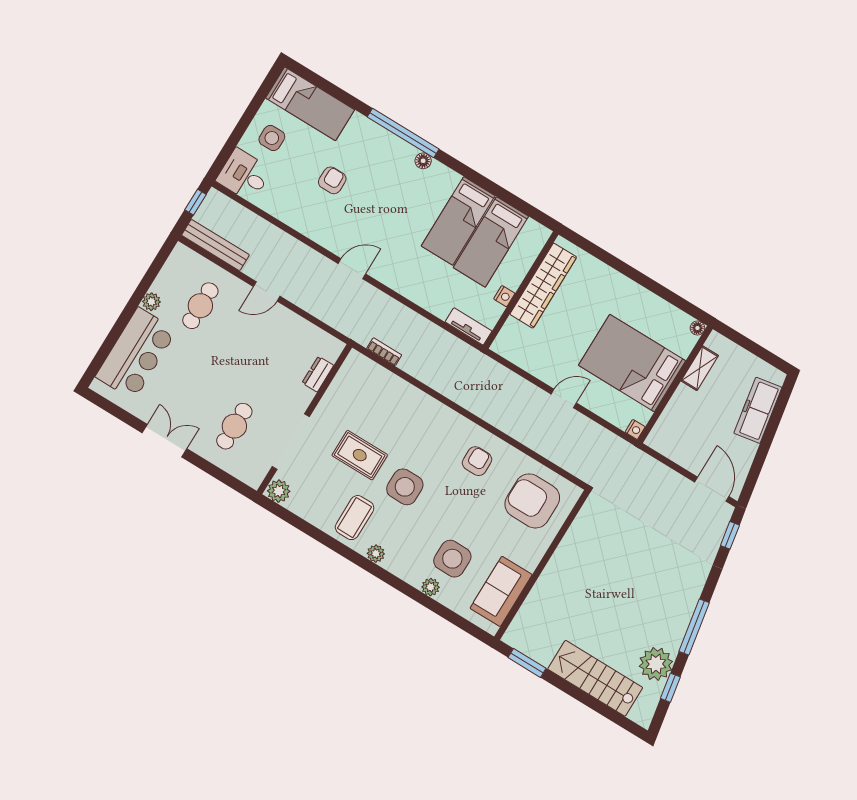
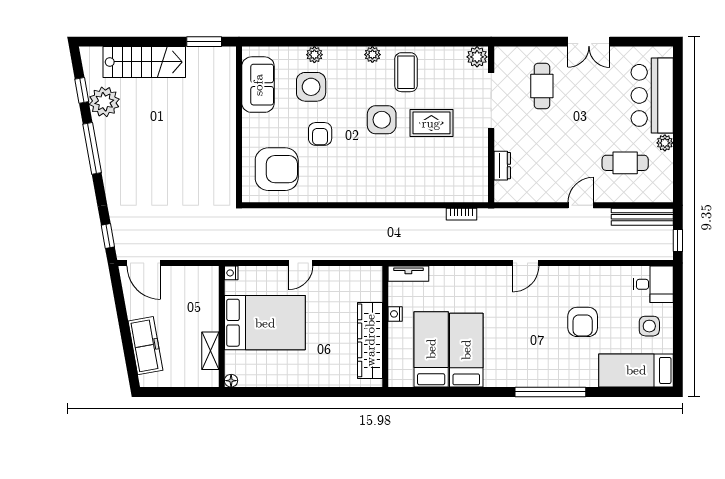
floor lamp: (423, 161) -> (522, 380), removed
armchair: (332, 180) -> (583, 322), width x1.38, depth x1.38
cafe table: (200, 306) -> (625, 163), turned 90
armchair: (477, 461) -> (320, 134), moved

